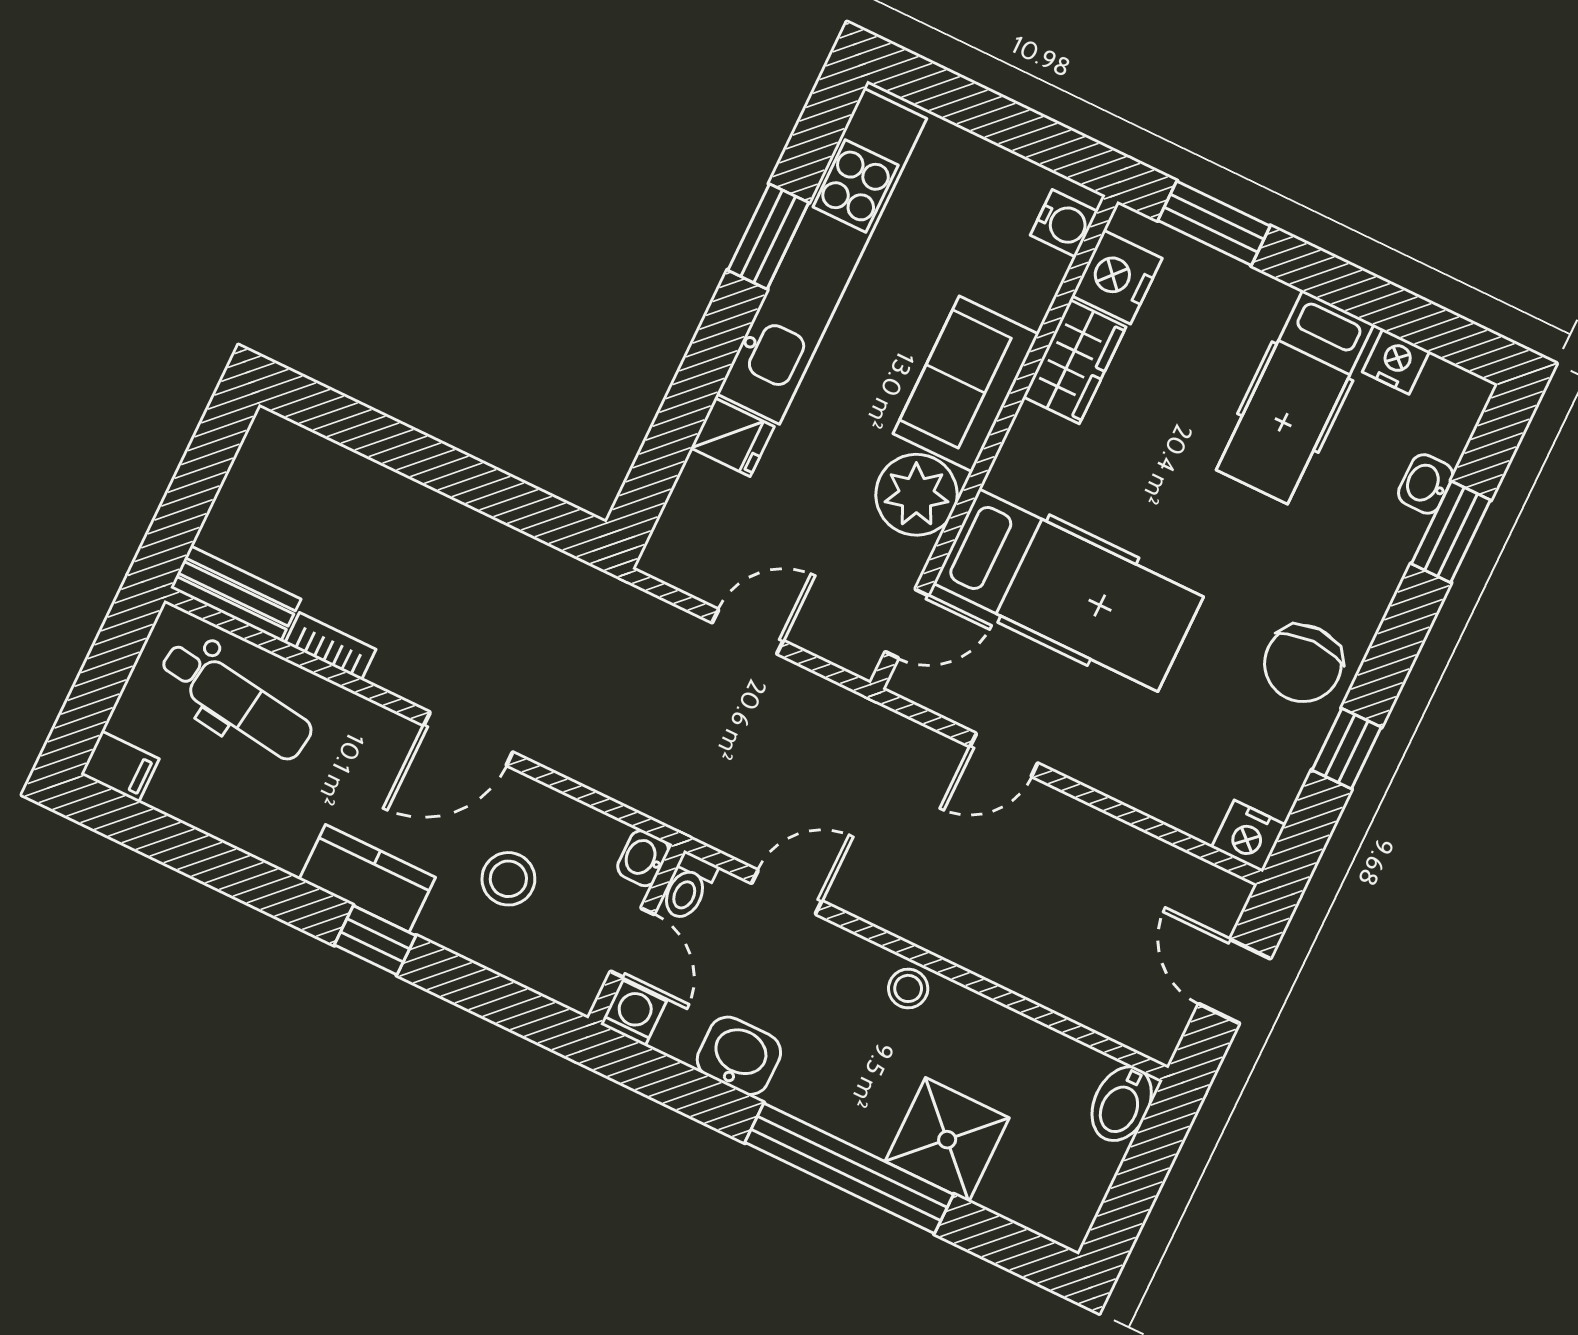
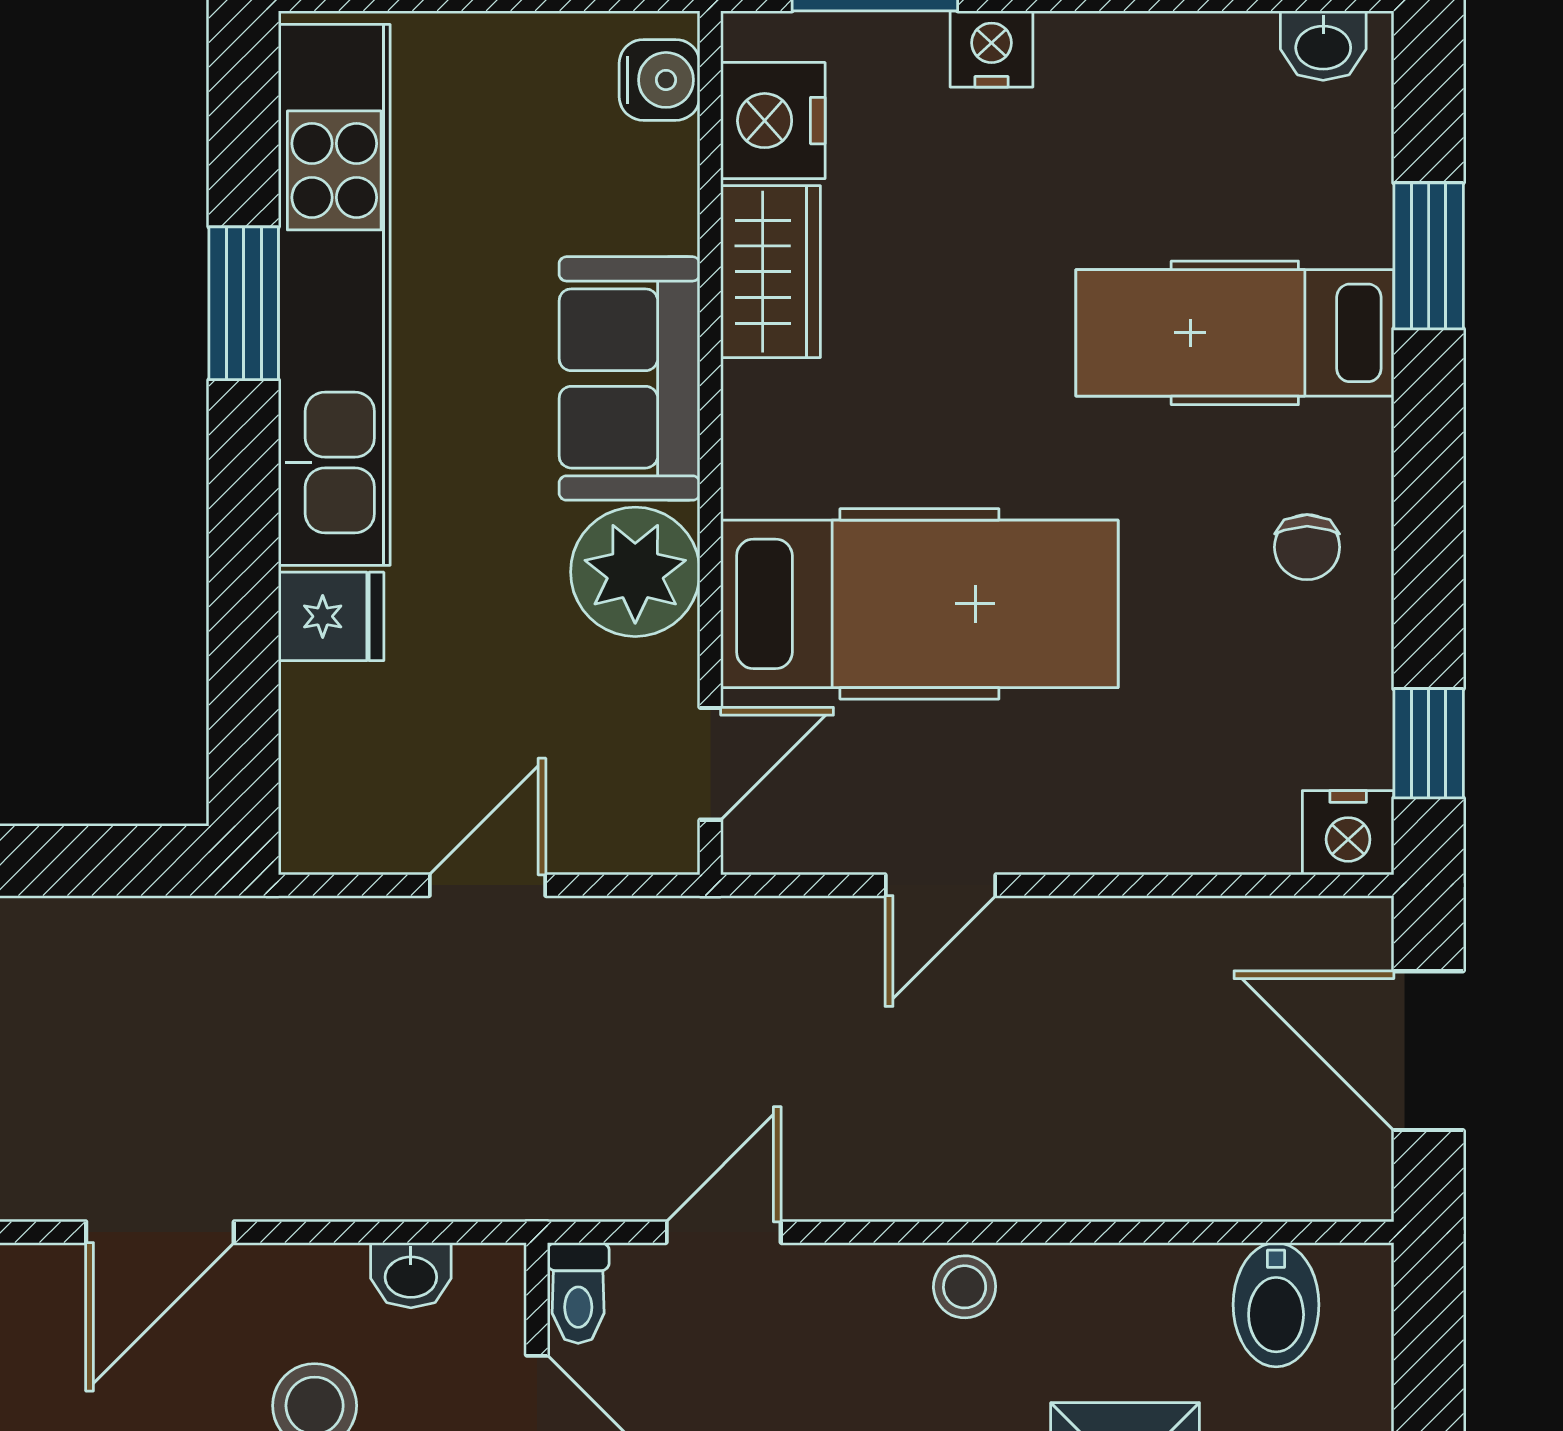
nightstand: (1396, 361) -> (991, 49), moved
hospital bed: (1295, 397) -> (1235, 333), moved, turned 90
washbasin: (1426, 484) -> (1323, 46), moved, turned -90
chair: (1303, 664) -> (1307, 547), width x0.54, depth x0.54
window: (1347, 749) -> (1429, 743), moved
washbasin: (643, 858) -> (411, 1275), moved, turned -90
door: (1235, 981) -> (1429, 1051), width x1.38
bidet: (1122, 1104) -> (1276, 1305), moved

